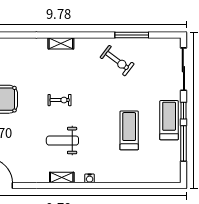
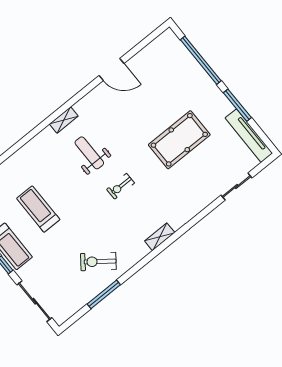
treadmill: (129, 130) -> (38, 209), turned 180
weight bench: (62, 141) -> (89, 153), turned -90
water cooler: (90, 178) -> (39, 139), removed

